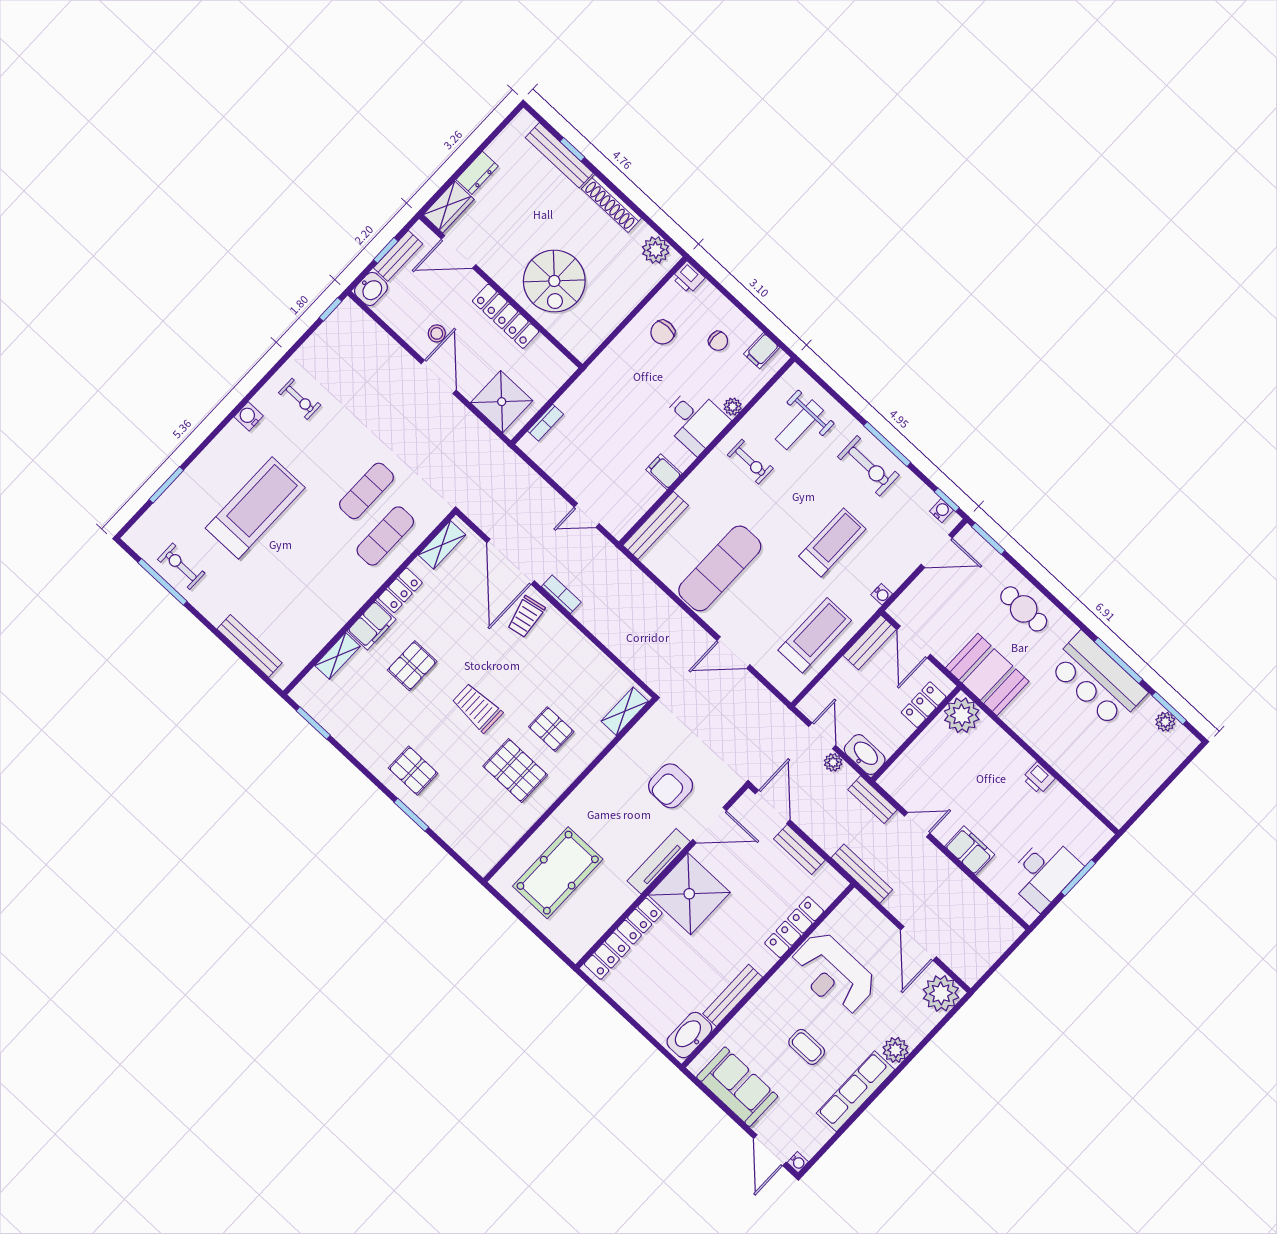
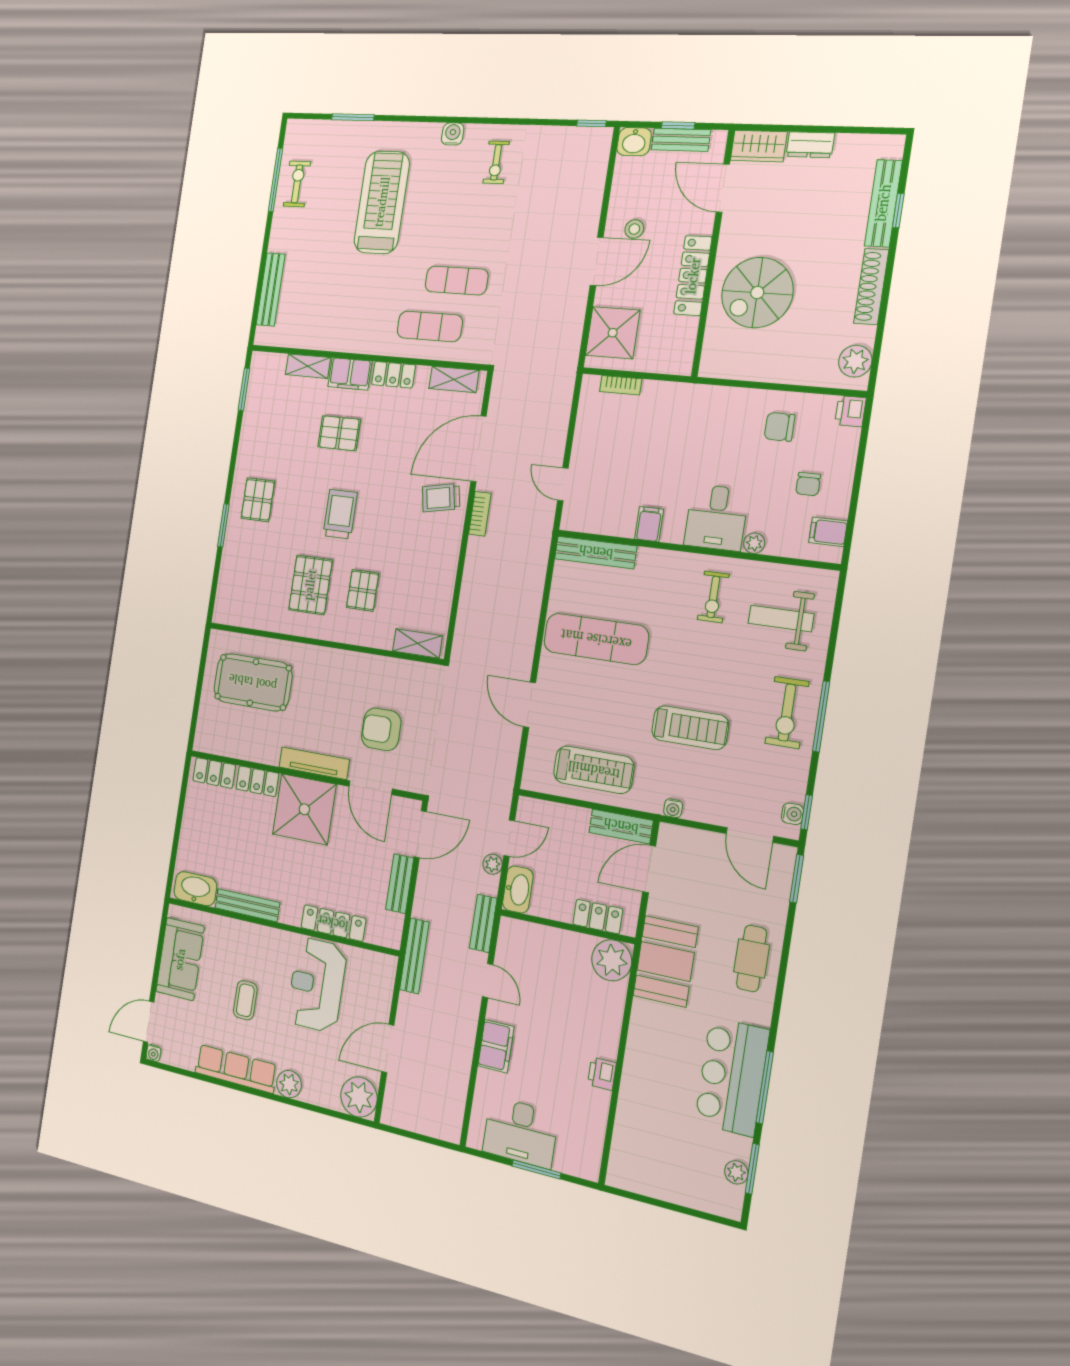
treadmill: (255, 508) -> (382, 202), turned -90

